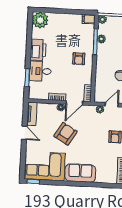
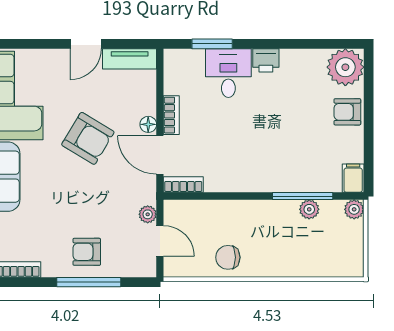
printer: (38, 50) -> (266, 60), width x0.53, depth x0.68
armchair: (79, 59) -> (347, 112), moved

